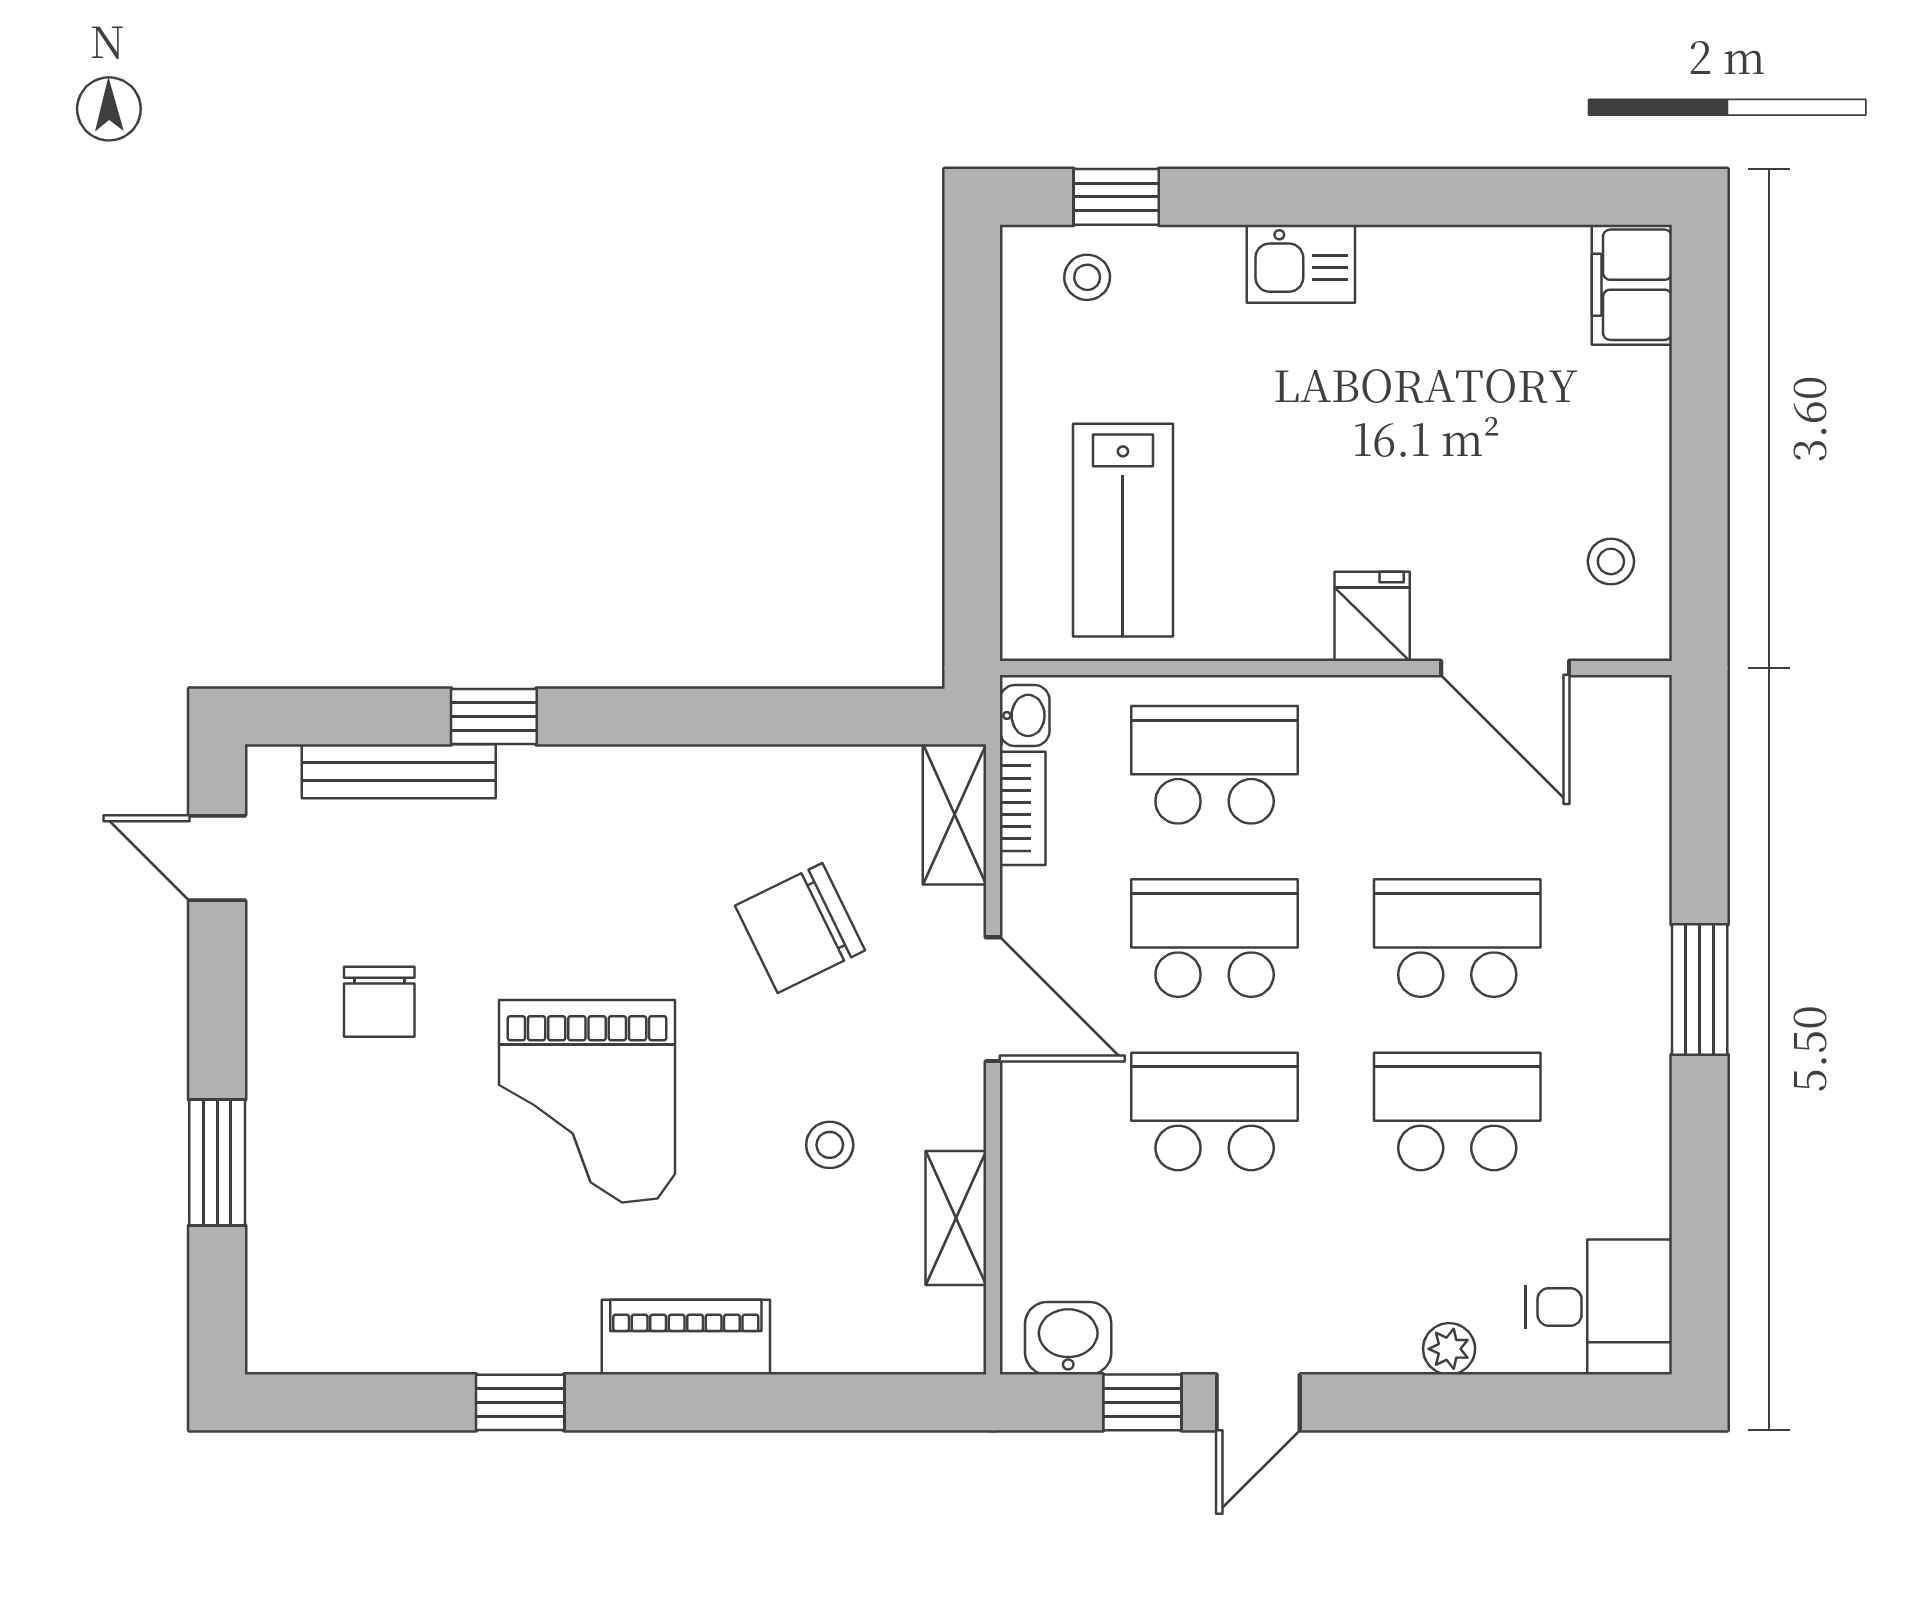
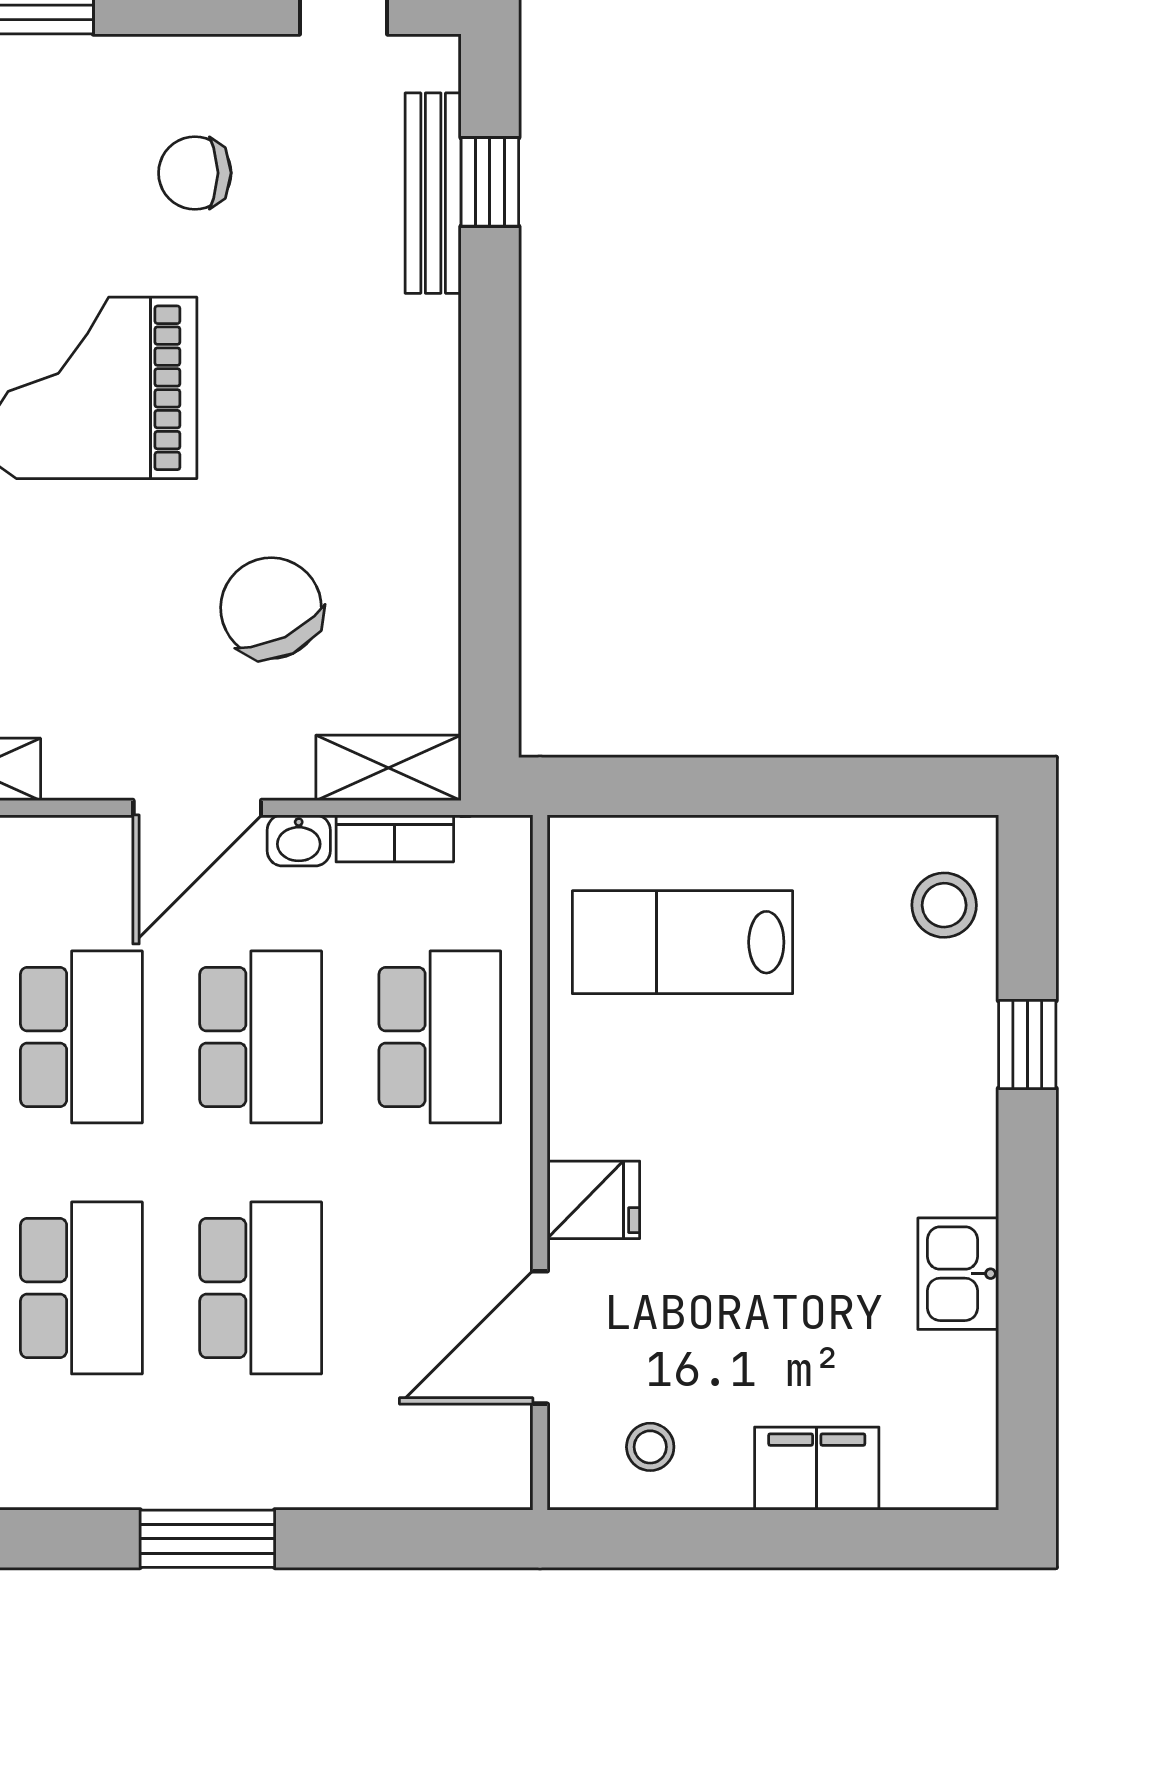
window: (1116, 197) -> (1027, 1044), moved
kitchen sink: (1301, 264) -> (958, 1274), moved
stool: (1087, 277) -> (944, 905), width x1.37, depth x1.37
filing cabinet: (1632, 285) -> (817, 1469), moved
washbasin: (1025, 715) -> (299, 840), moved
window: (494, 716) -> (490, 182), moved
stool: (830, 1145) -> (47, 639), removed

